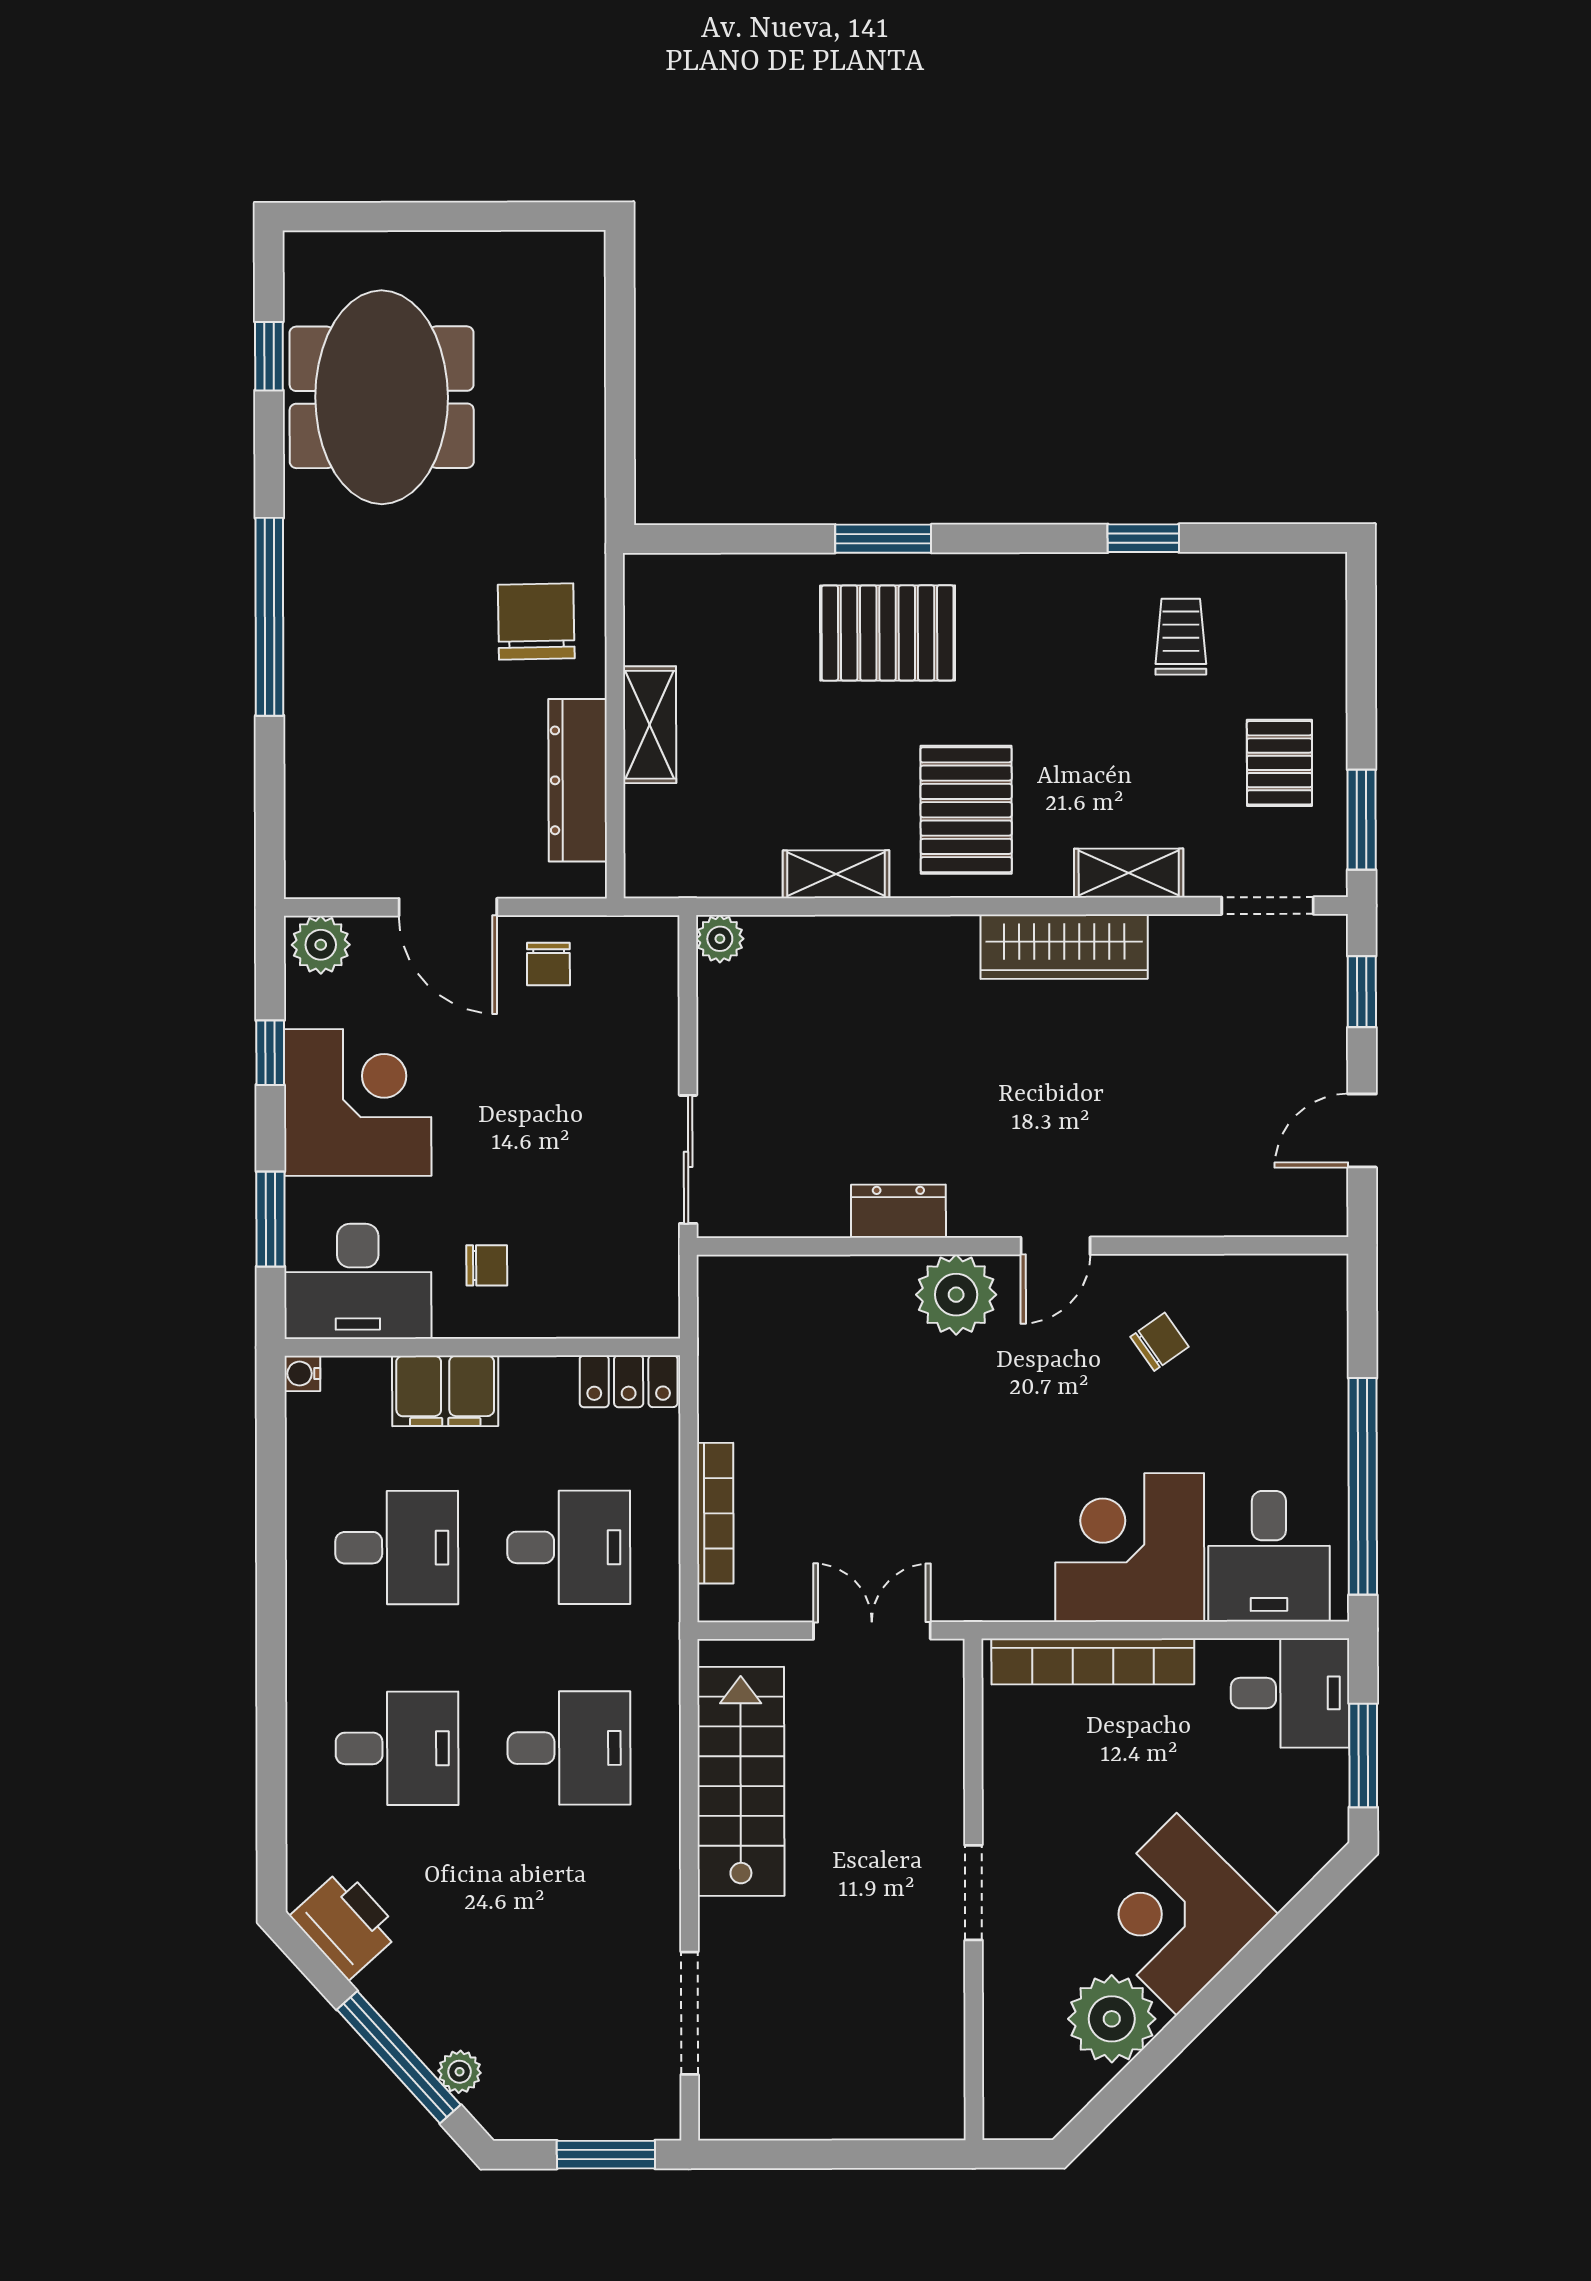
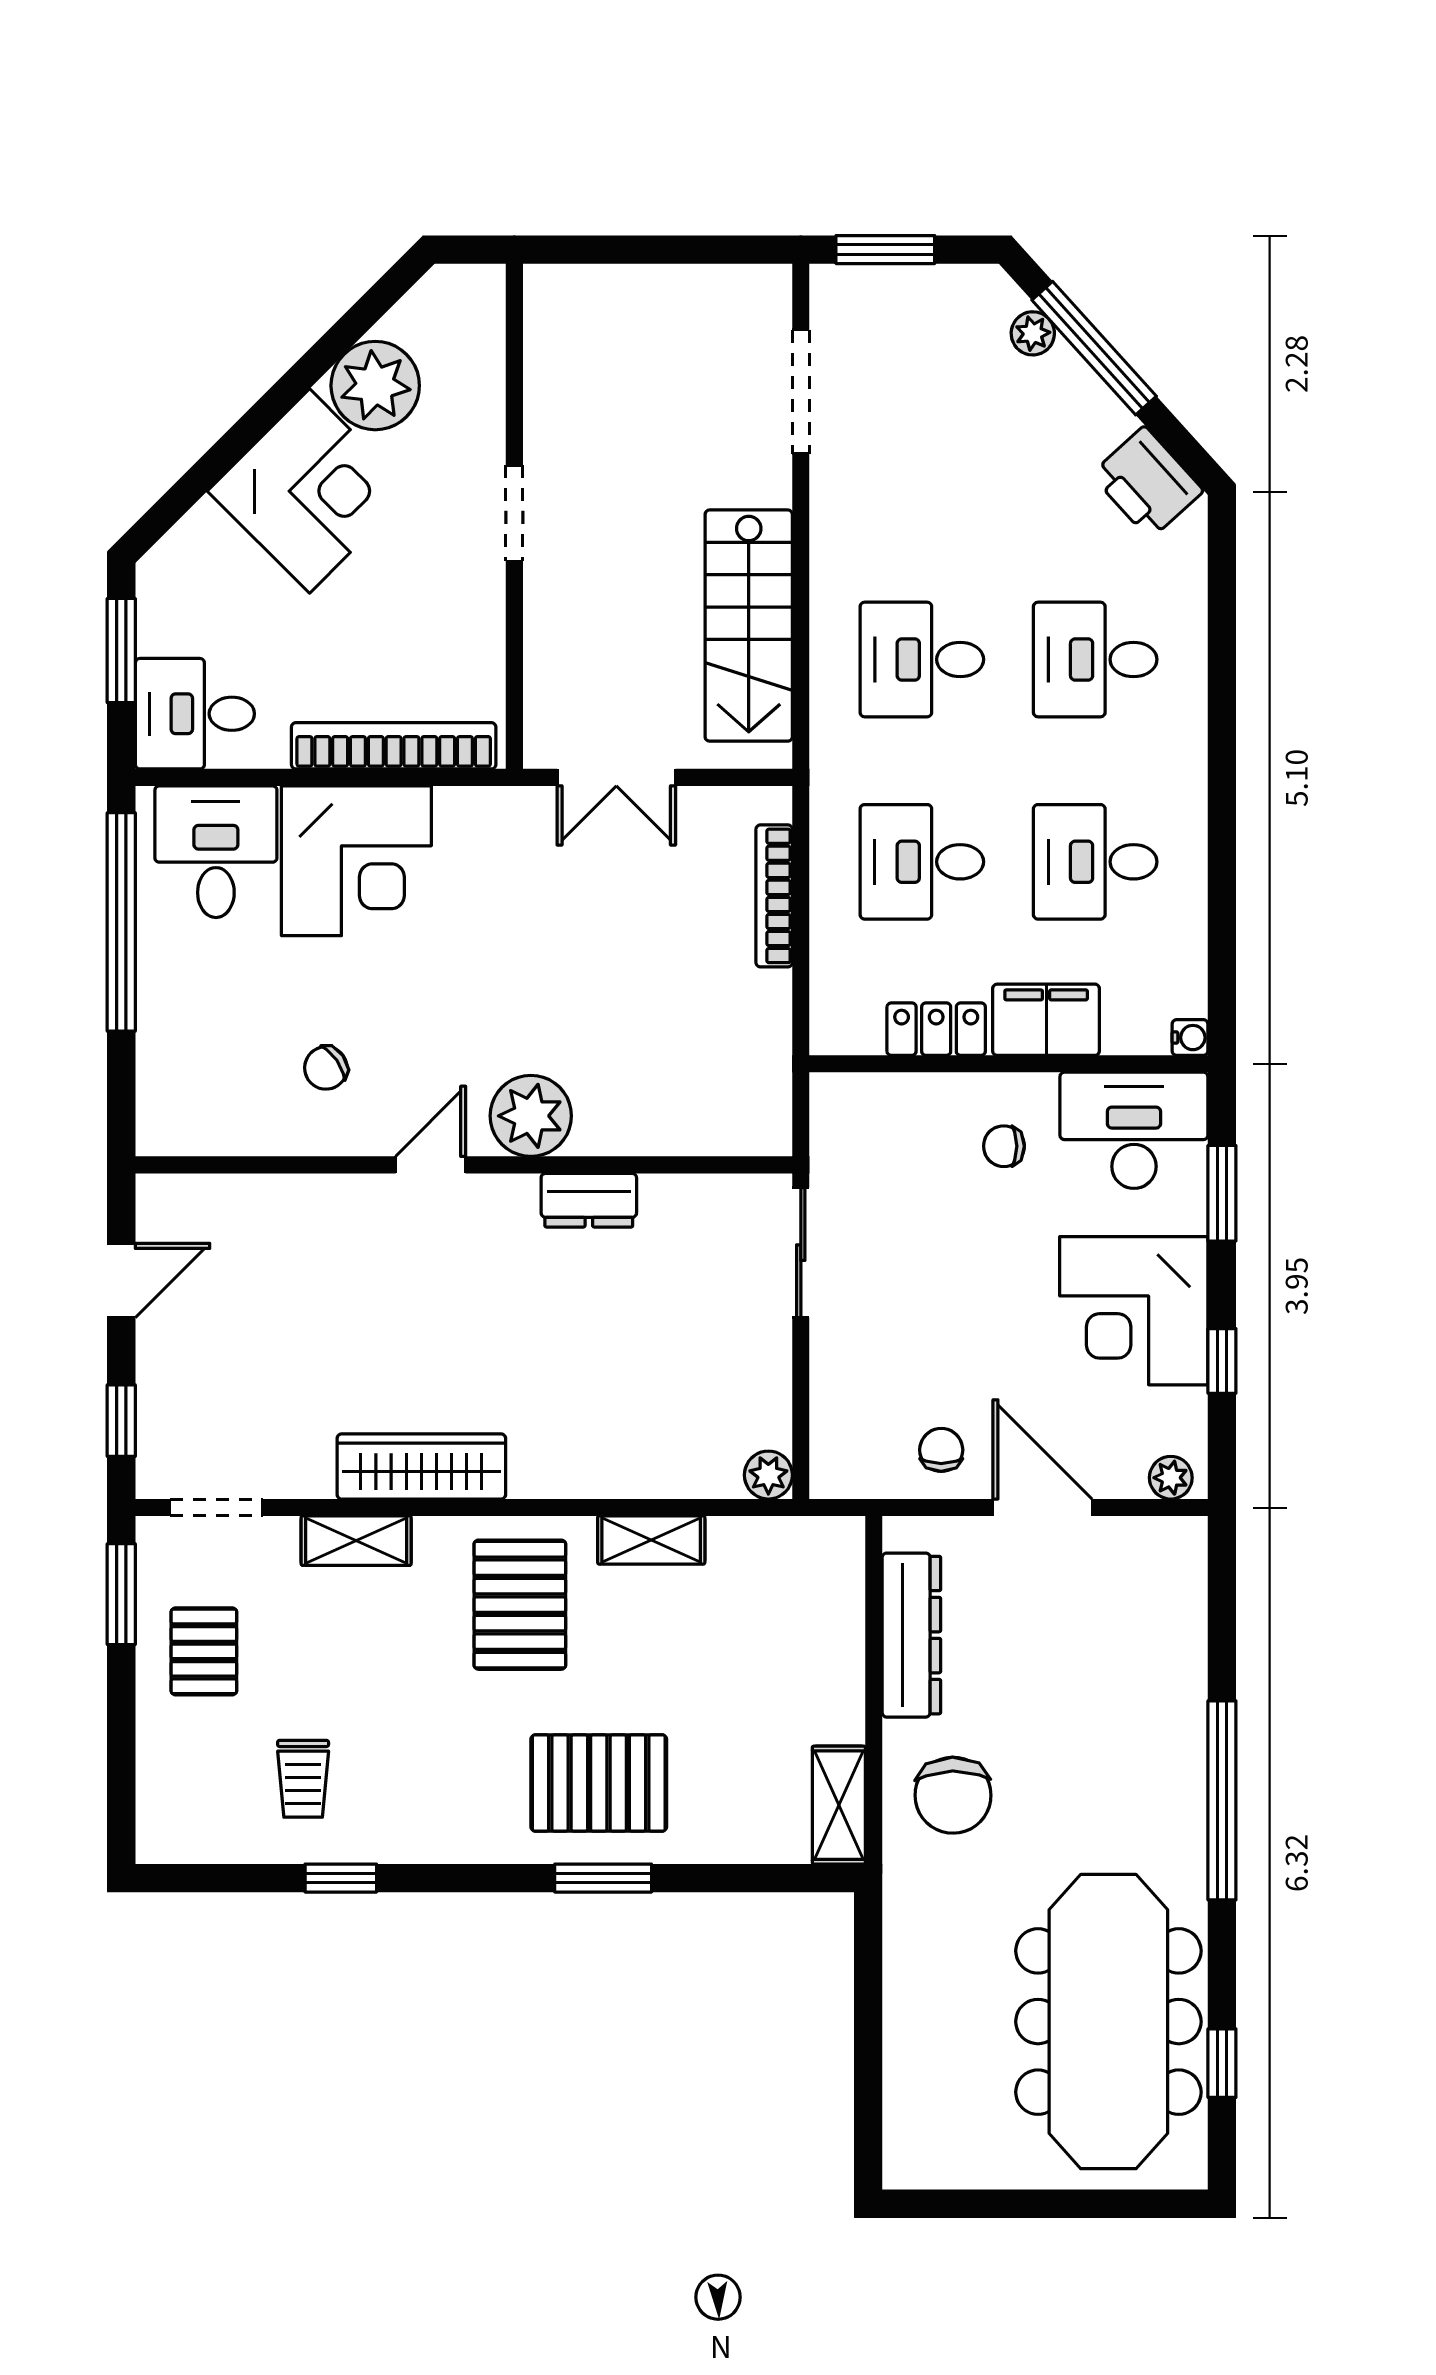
meeting table: (382, 397) -> (1108, 2022), width x1.36
shelving: (650, 725) -> (839, 1805), moved
plant: (321, 945) -> (1171, 1478), width x0.73, depth x0.73
locker: (629, 1381) -> (936, 1029), moved

